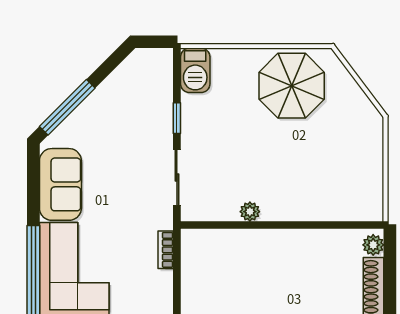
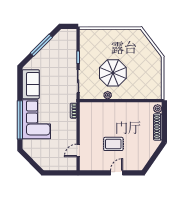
barbecue: (195, 70) -> (85, 38), removed
parasol: (292, 86) -> (113, 73), moved
window: (67, 107) -> (41, 45), moved

